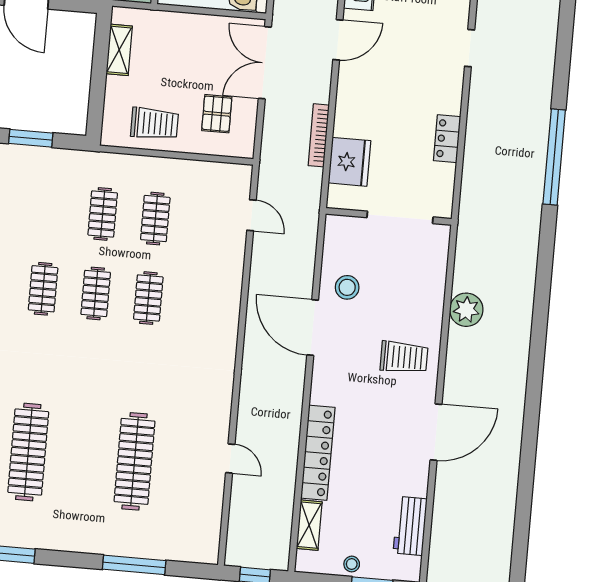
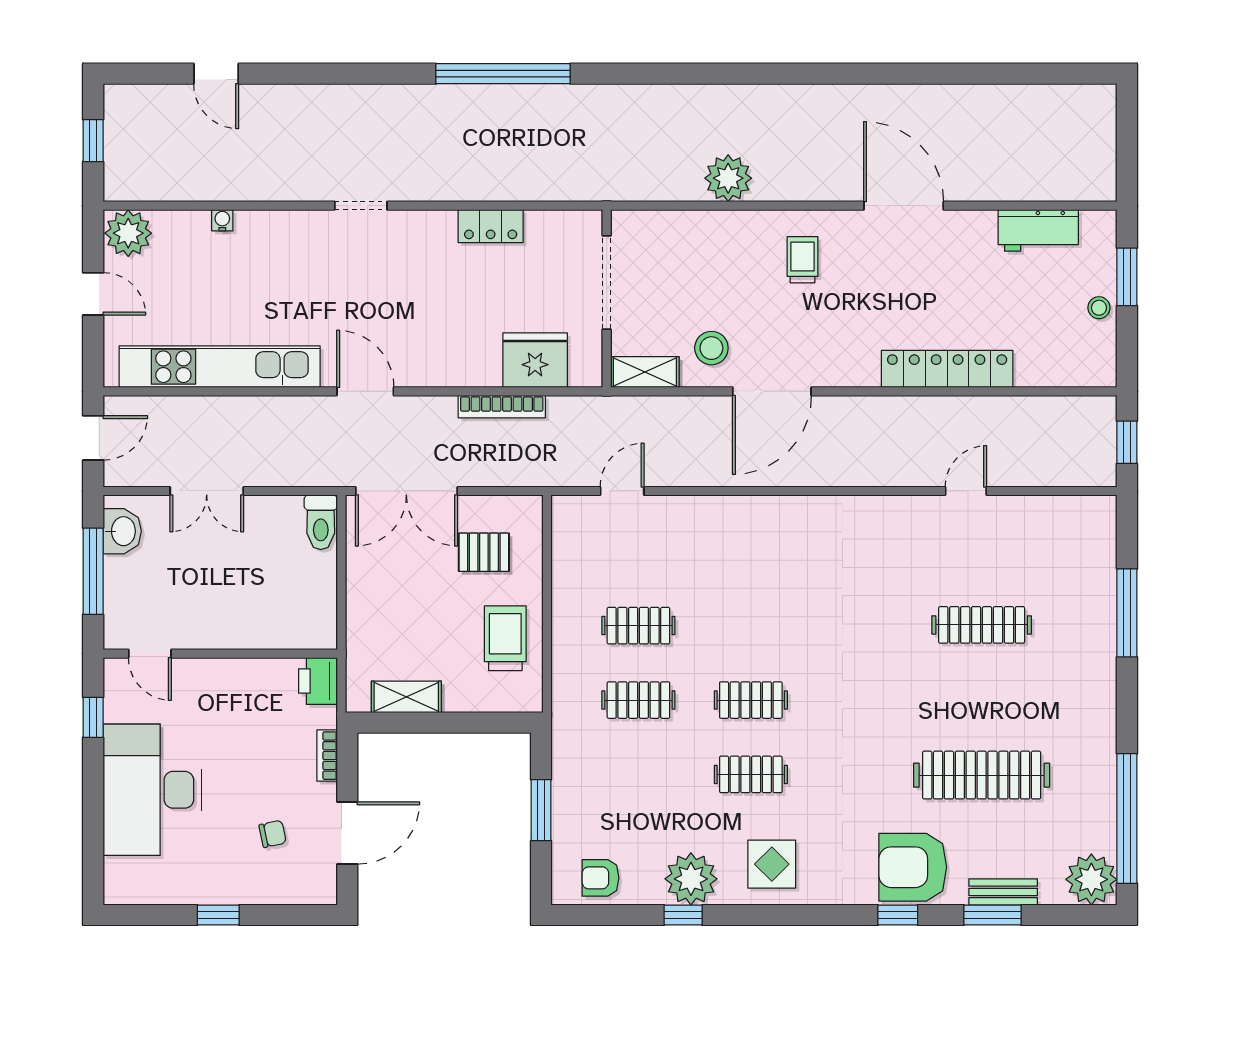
clothes rail: (148, 298) -> (751, 626), removed
trolley: (404, 357) -> (802, 260), width x0.73, depth x0.72
clothes rail: (135, 461) -> (982, 625), width x0.73, depth x0.76
shelving: (309, 525) -> (645, 372), moved

